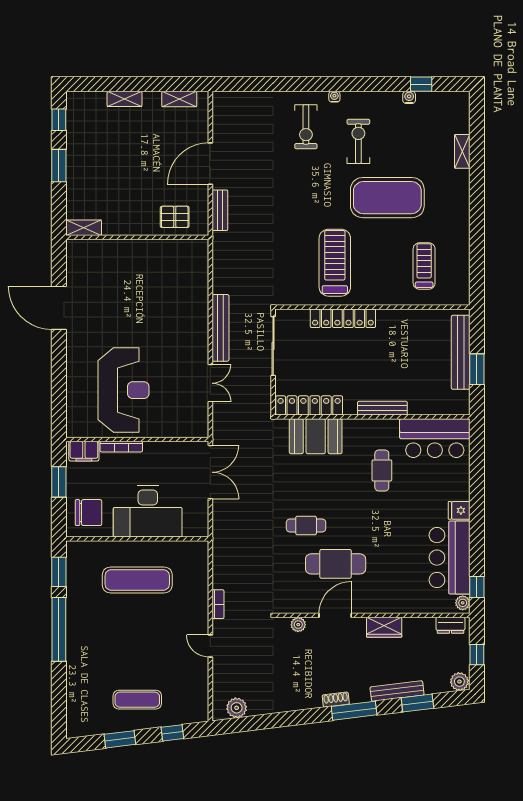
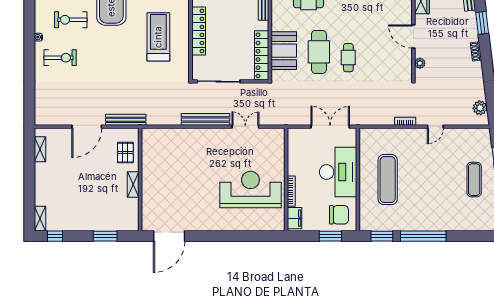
shelving: (125, 99) -> (40, 219), moved
door: (210, 164) -> (87, 127), hinge flipped
window: (59, 166) -> (105, 236), moved
bench: (220, 210) -> (126, 120), width x1.36
shelving: (84, 228) -> (133, 184), moved
treadmill: (335, 263) -> (158, 37), turned 90
door: (59, 308) -> (169, 236), moved
double door: (210, 472) -> (330, 127), moved
window: (59, 482) -> (330, 236), moved
chair: (88, 513) -> (339, 215), turned 90
cafe table: (336, 564) -> (319, 52), moved
shoe rack: (336, 700) -> (476, 51), moved
window: (354, 711) -> (482, 23), width x0.69

